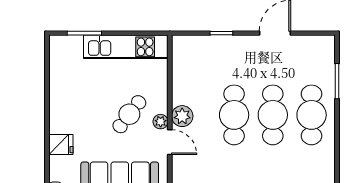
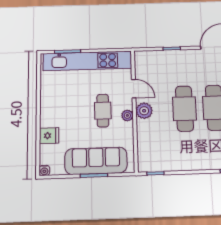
kitchen unit: (126, 47) -> (87, 61), width x1.36
cafe table: (129, 114) -> (103, 111), turned -38
door: (170, 142) -> (134, 89), moved

